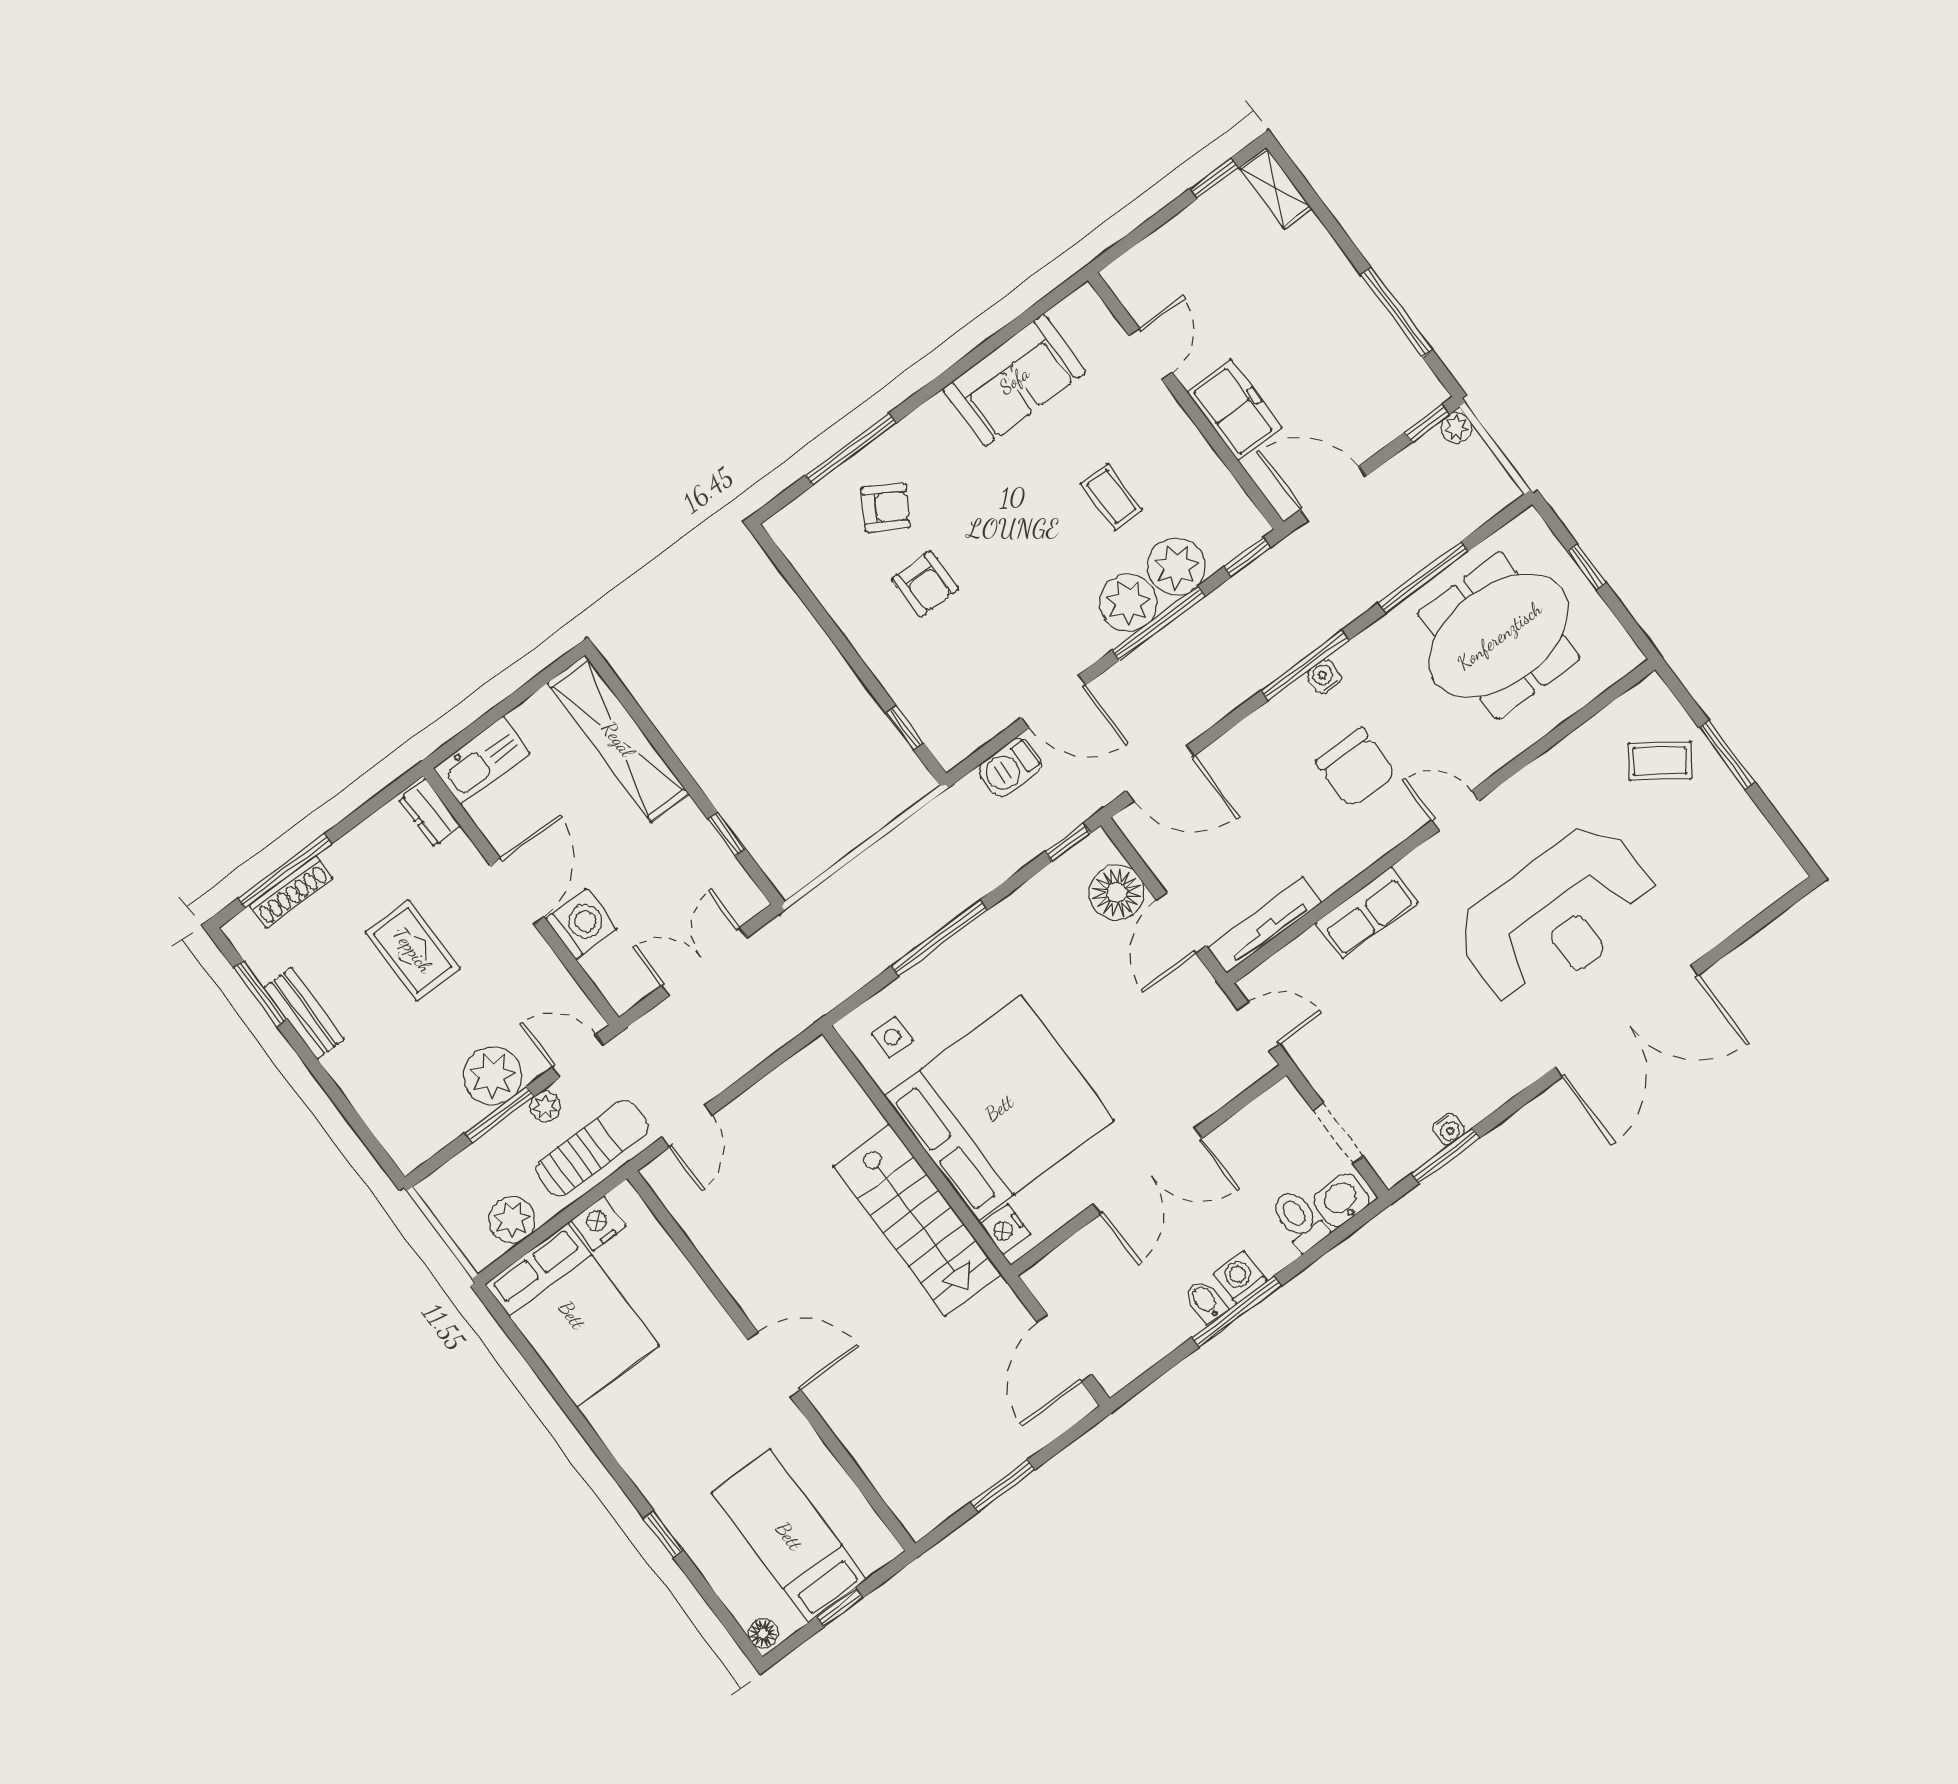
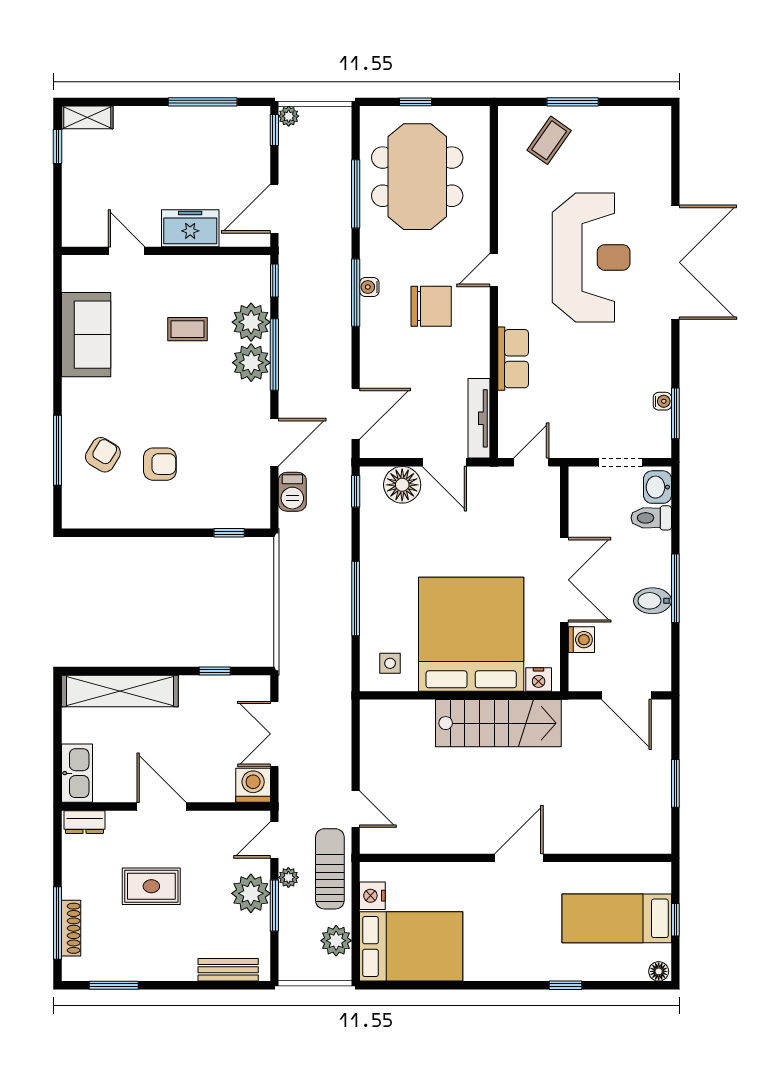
washing machine: (581, 924) -> (253, 785), moved
bench: (304, 1013) -> (228, 970), moved
washing machine: (1240, 1277) -> (581, 640), moved, turned 180
bidet: (1206, 1301) -> (652, 601), width x1.38, depth x1.36

